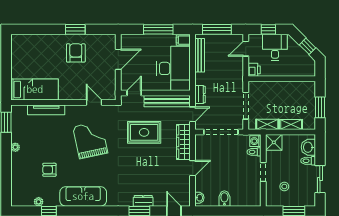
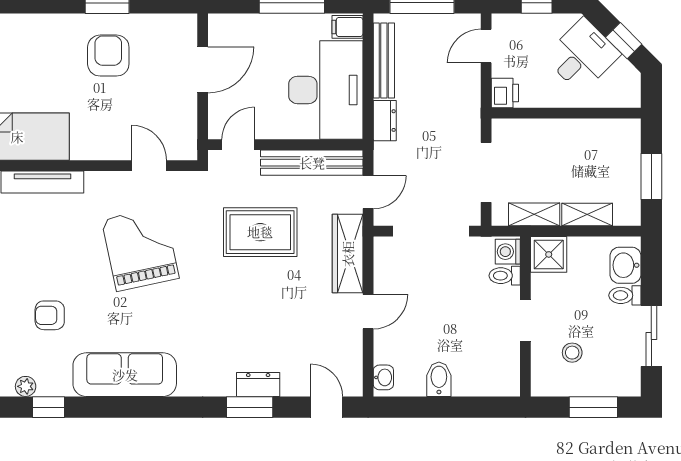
desk: (275, 47) -> (582, 56), moved, turned 45
dresser: (200, 94) -> (385, 121), moved

